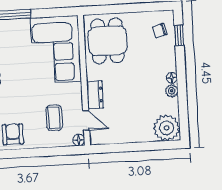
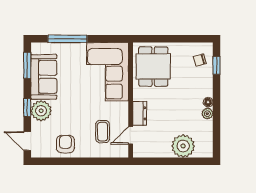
door: (86, 120) -> (131, 135), swing flipped
plant: (167, 128) -> (183, 146), moved
floor lamp: (79, 140) -> (123, 152), removed

